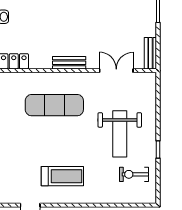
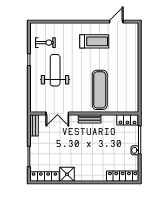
exercise mat: (54, 105) -> (100, 90), turned 90
treadmill: (62, 176) -> (94, 41), turned 180

